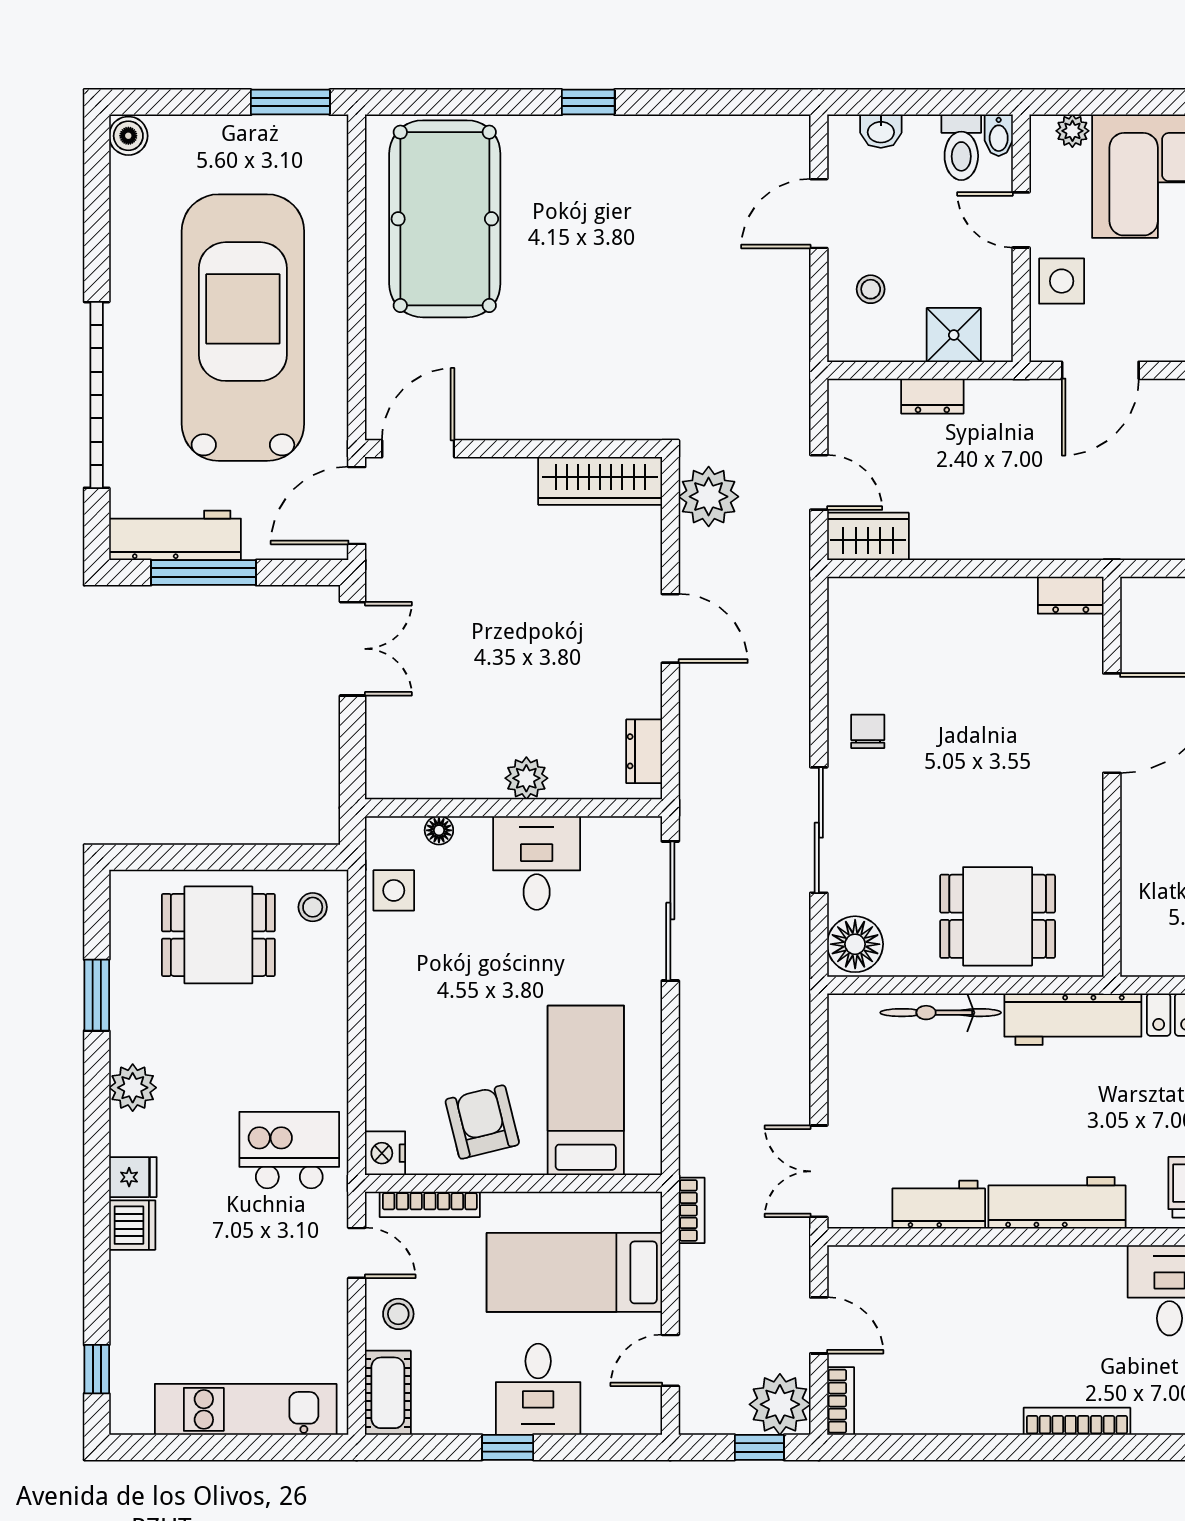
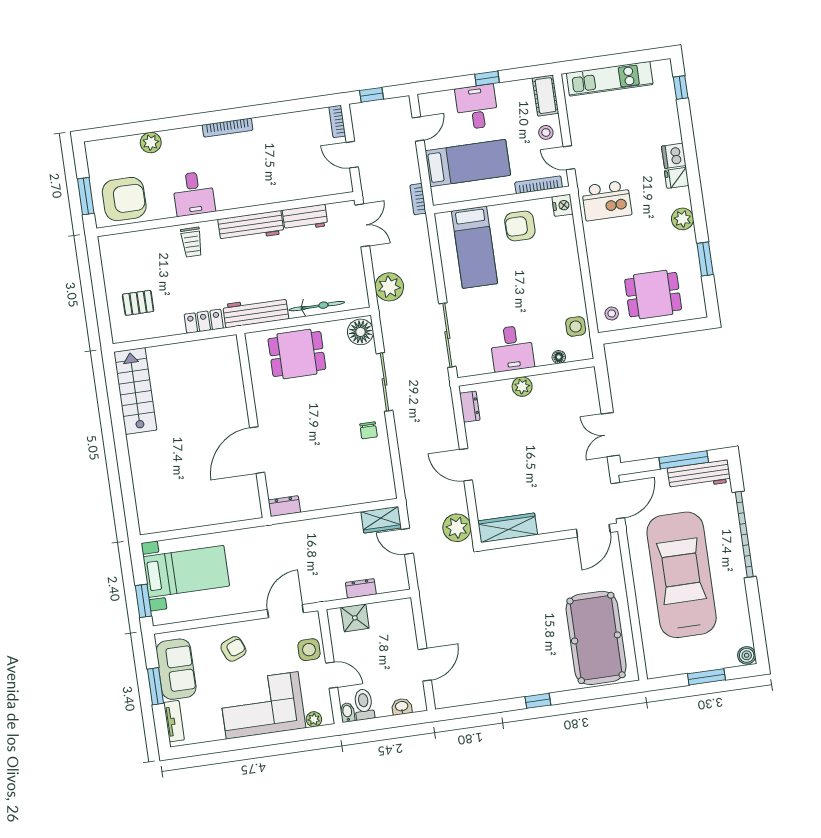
window: (290, 102) -> (706, 677), moved
stool: (871, 289) -> (396, 633), removed
car: (243, 328) -> (682, 575), turned 180
armchair: (482, 1122) -> (520, 226), turned 104
plant: (780, 1404) -> (389, 287), moved

